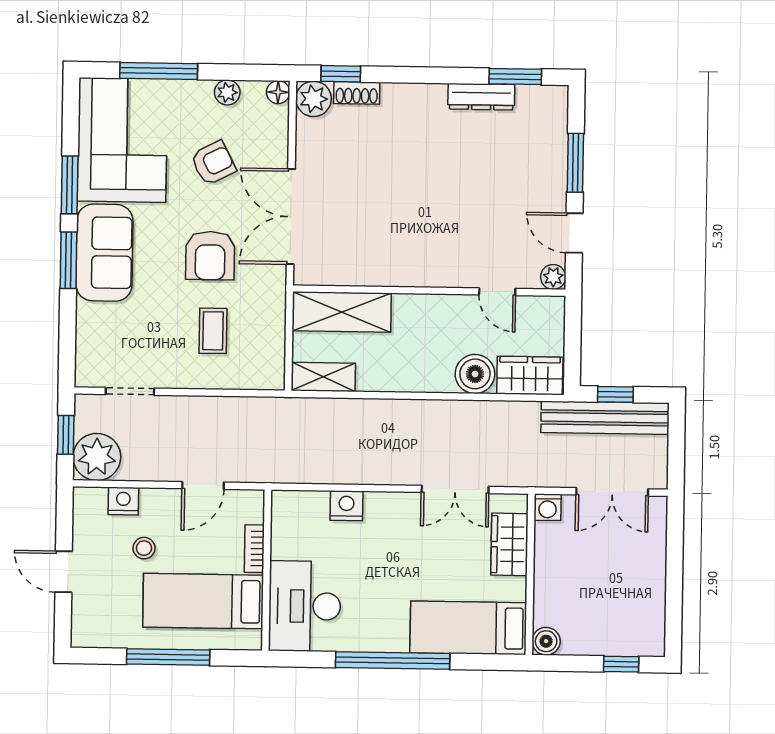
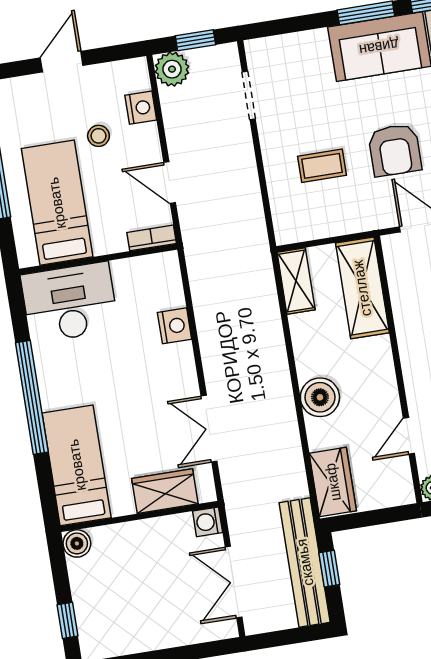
armchair: (210, 256) -> (395, 150), turned -90
boiler: (475, 374) -> (320, 397), moved
plant: (97, 457) -> (172, 69), width x0.73, depth x0.73
bookcase: (254, 549) -> (152, 238), moved

